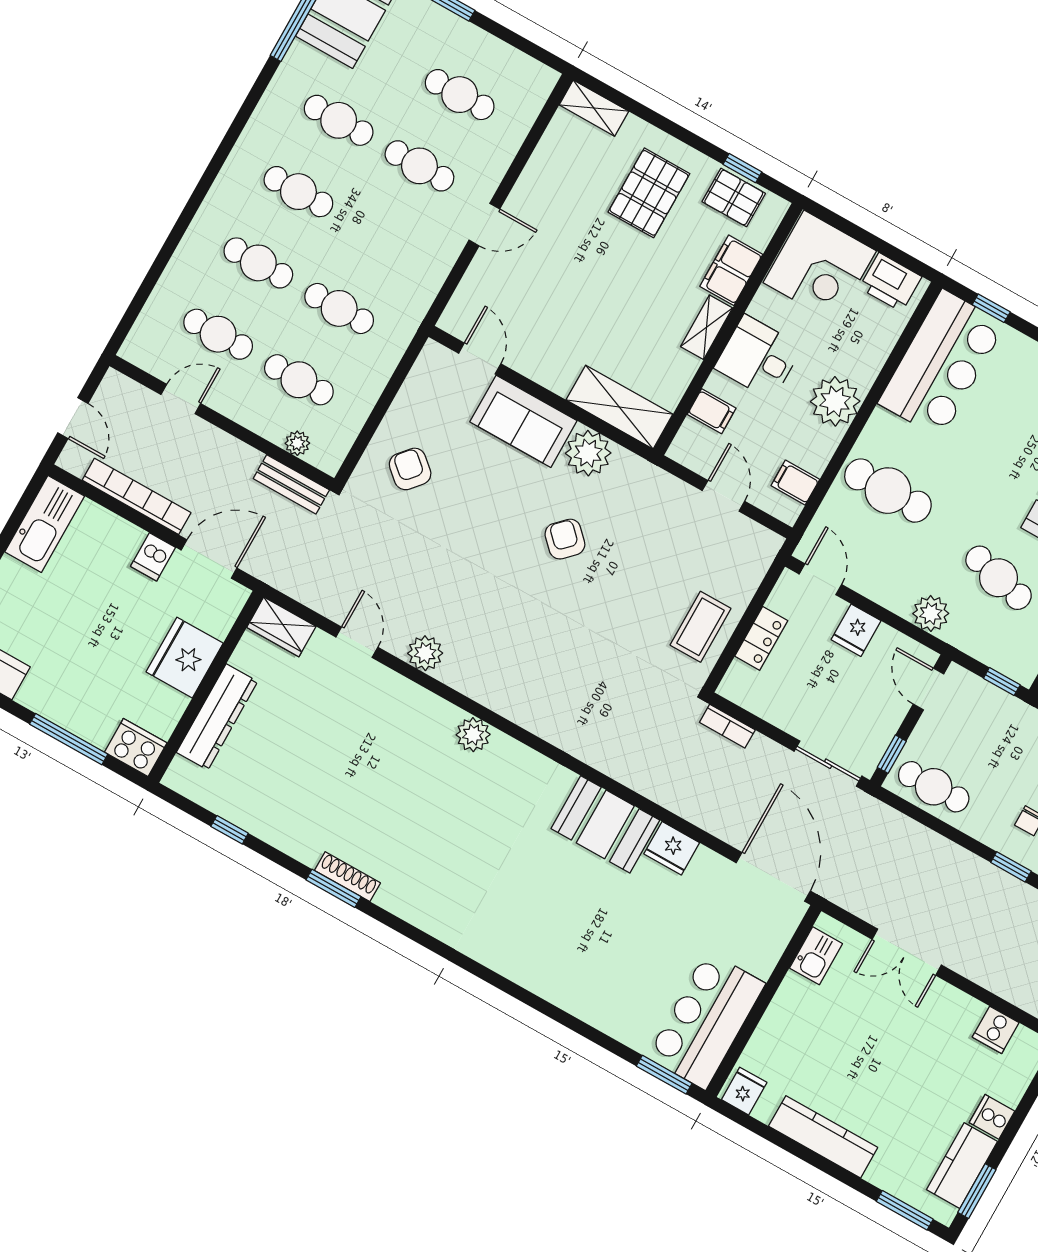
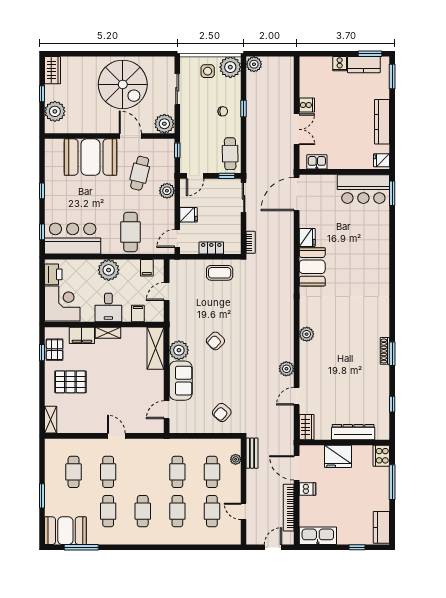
cooker: (996, 1030) -> (307, 105), moved

